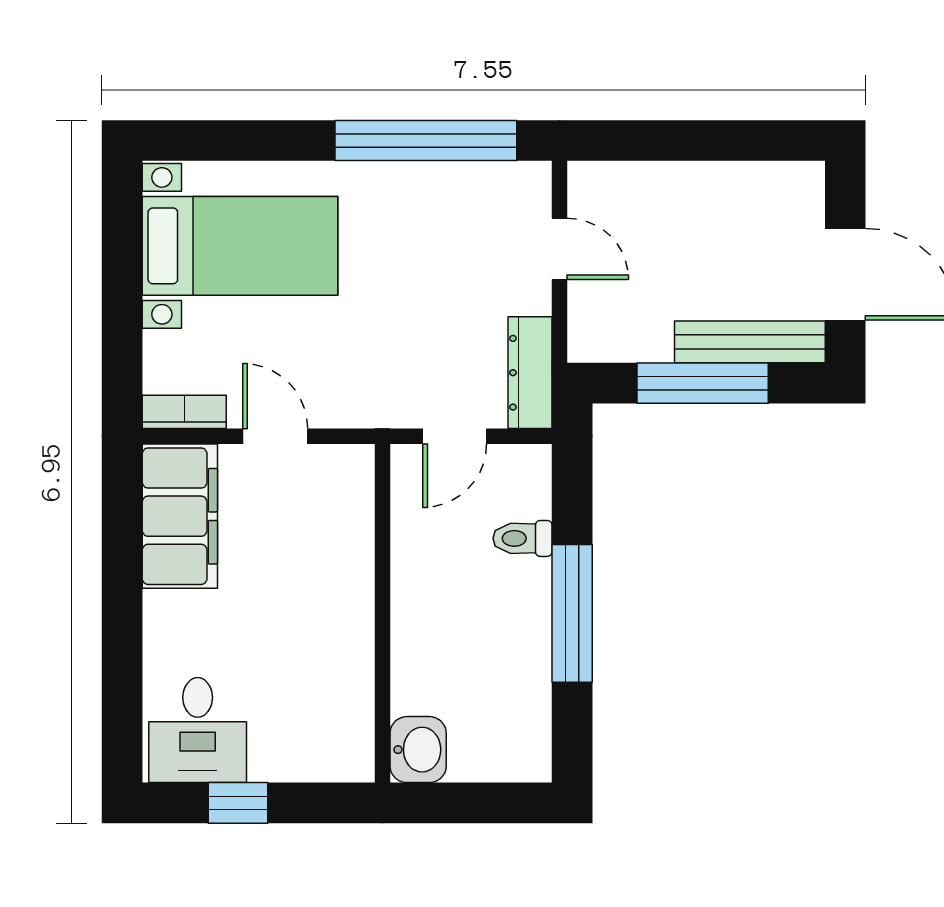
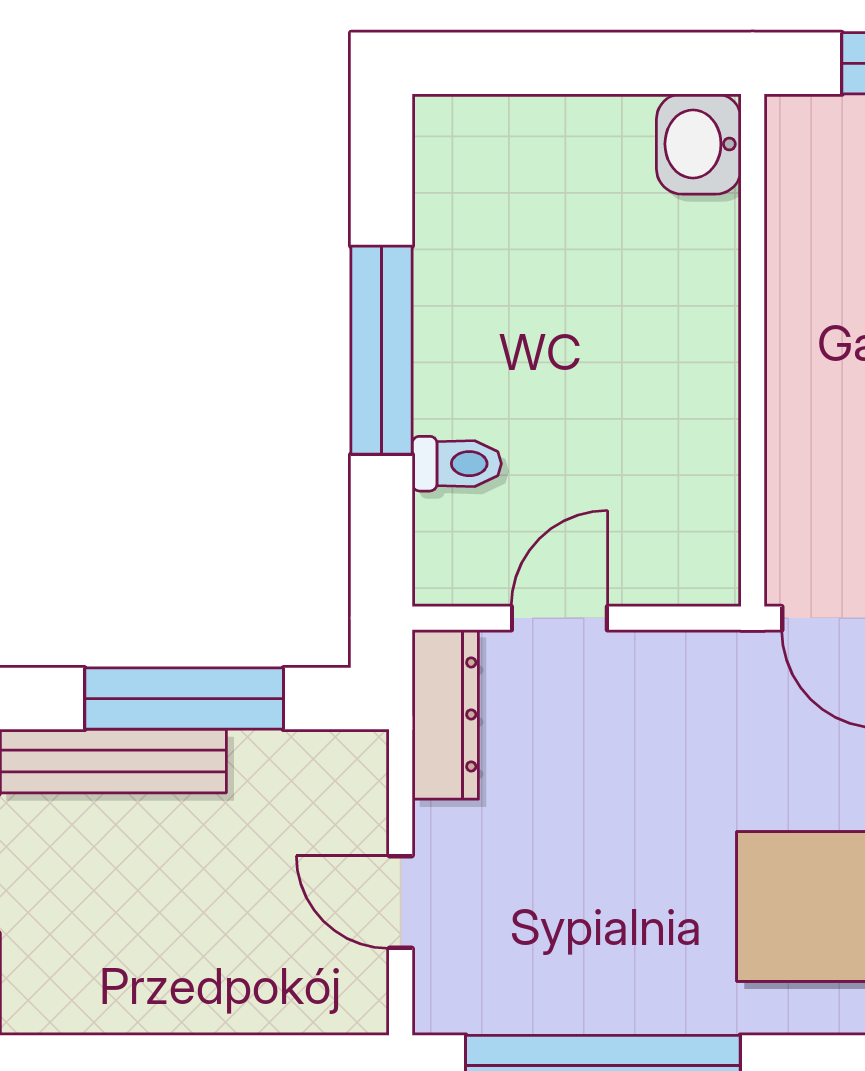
wall: (383, 613) -> (753, 350), moved
washbasin: (418, 750) -> (699, 144), moved

